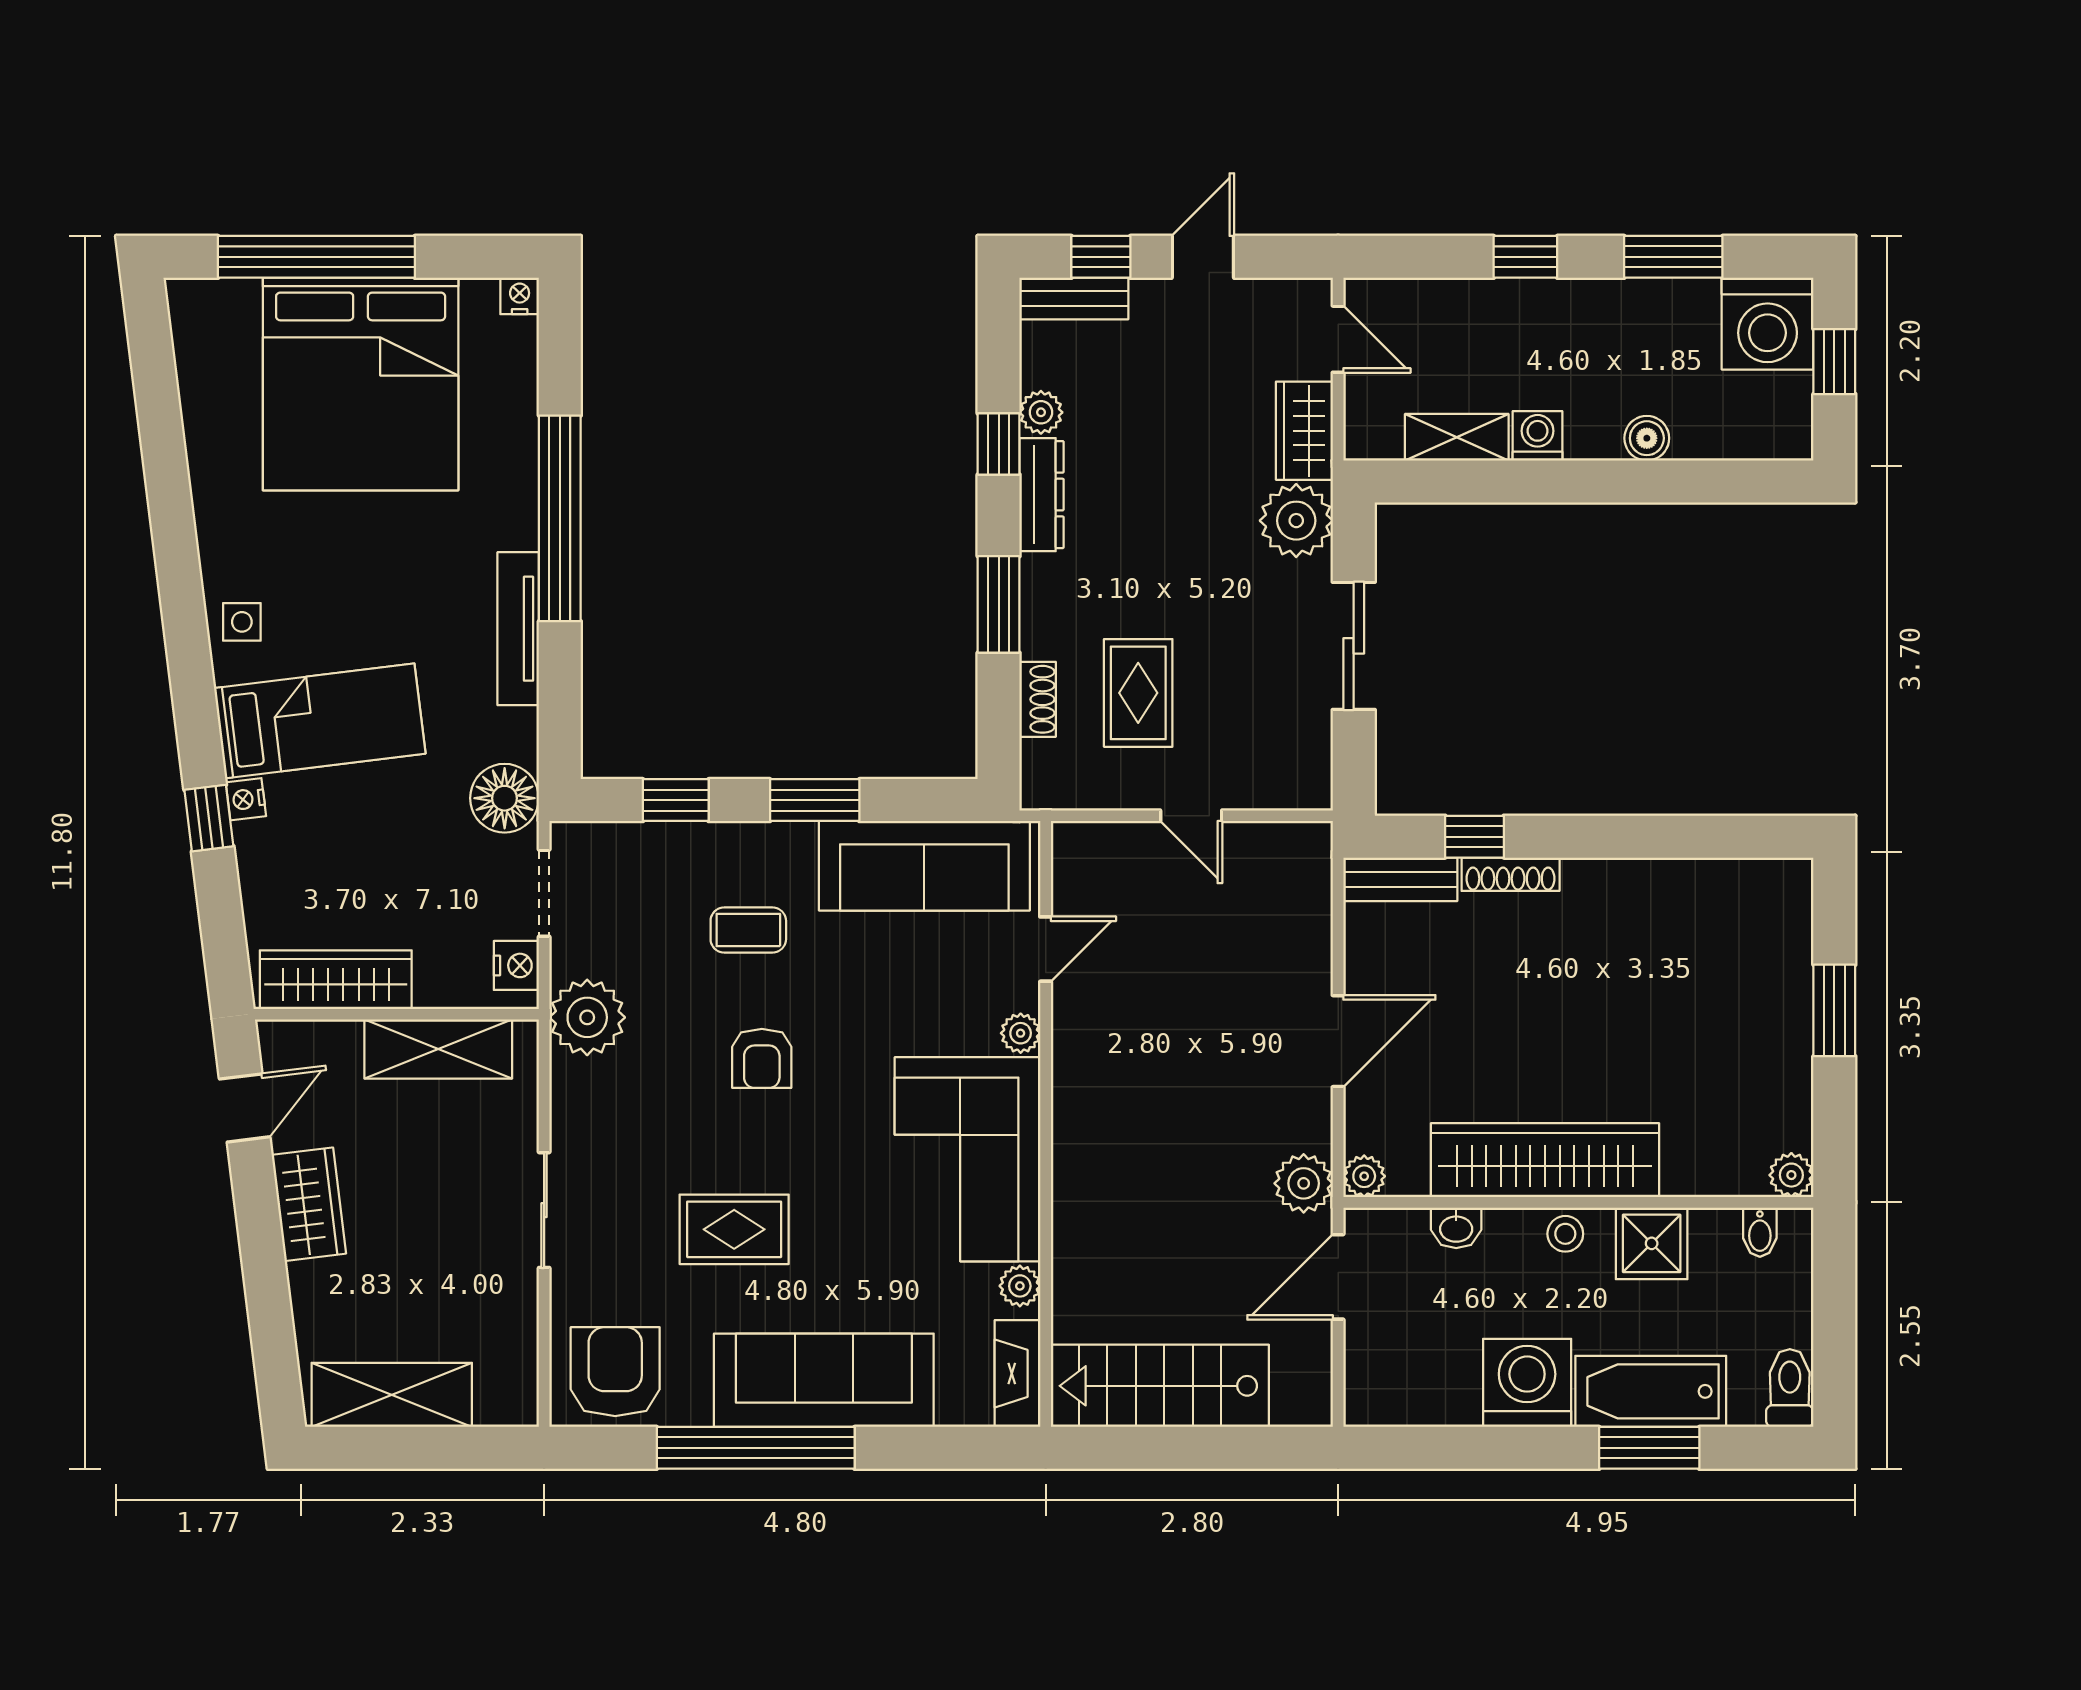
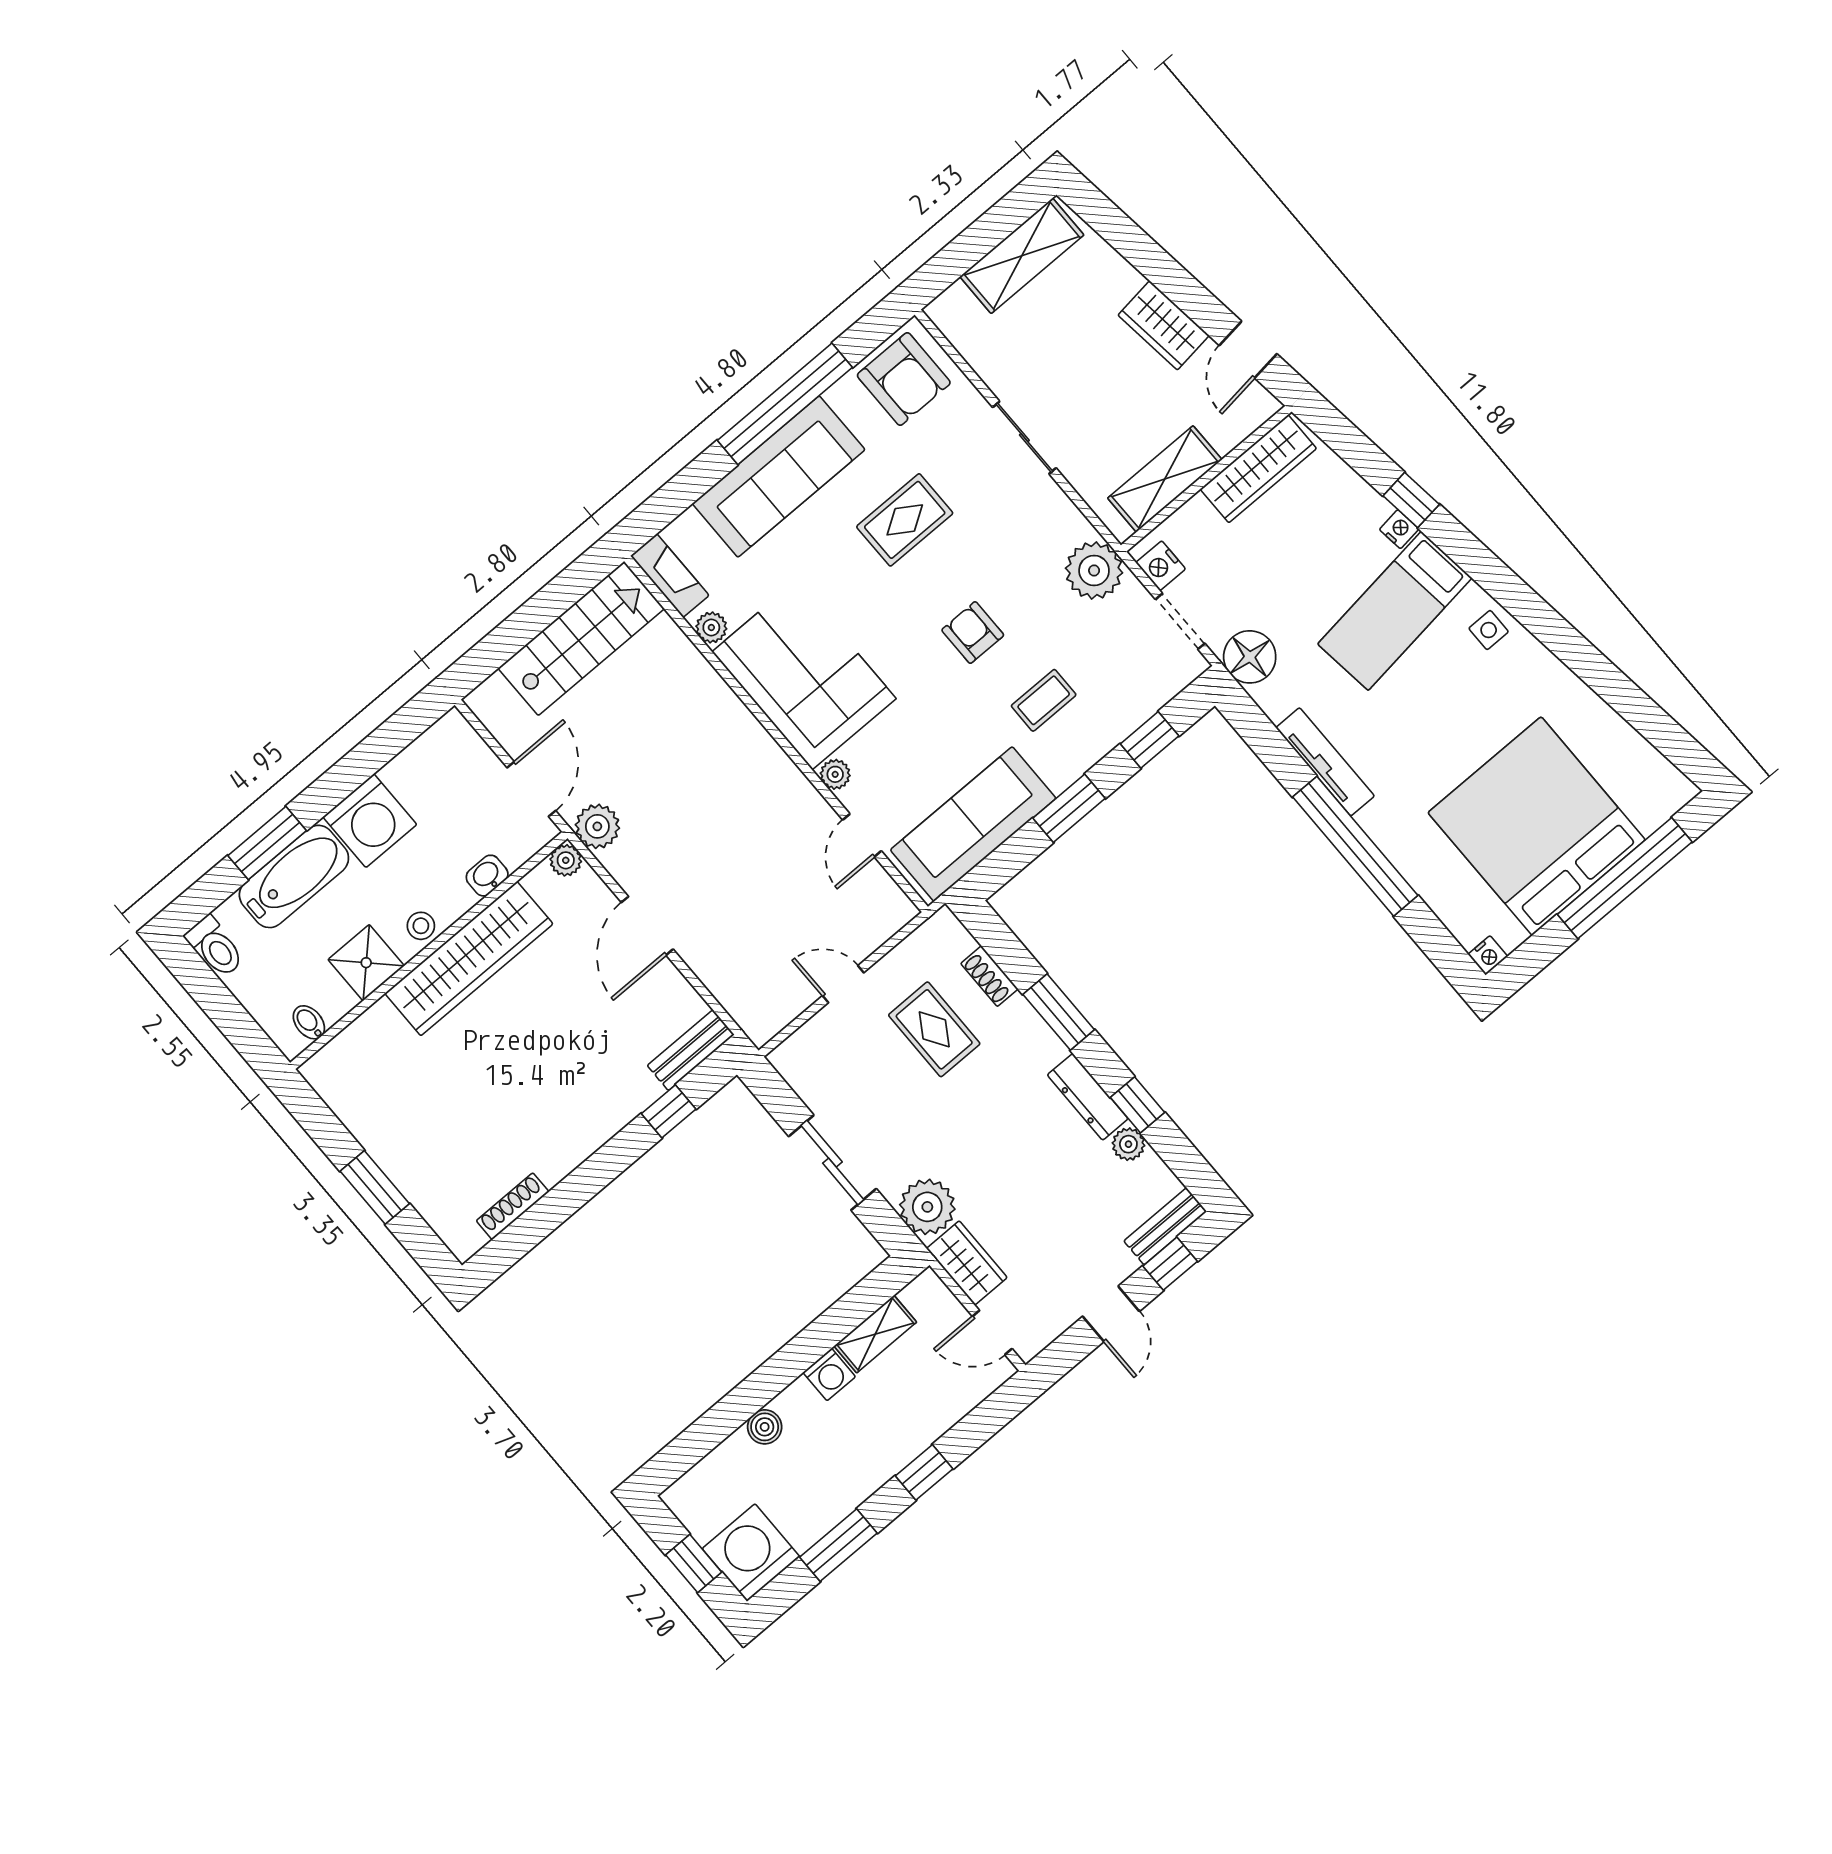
shoe rack: (1511, 874) -> (513, 1206), moved
plant: (1791, 1175) -> (319, 1071), removed

